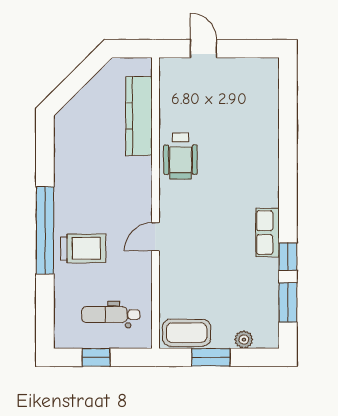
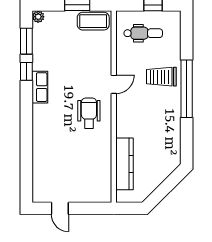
door: (203, 49) -> (60, 208), moved
wheelchair: (181, 156) -> (89, 113), moved
plant: (244, 339) -> (38, 17), moved

